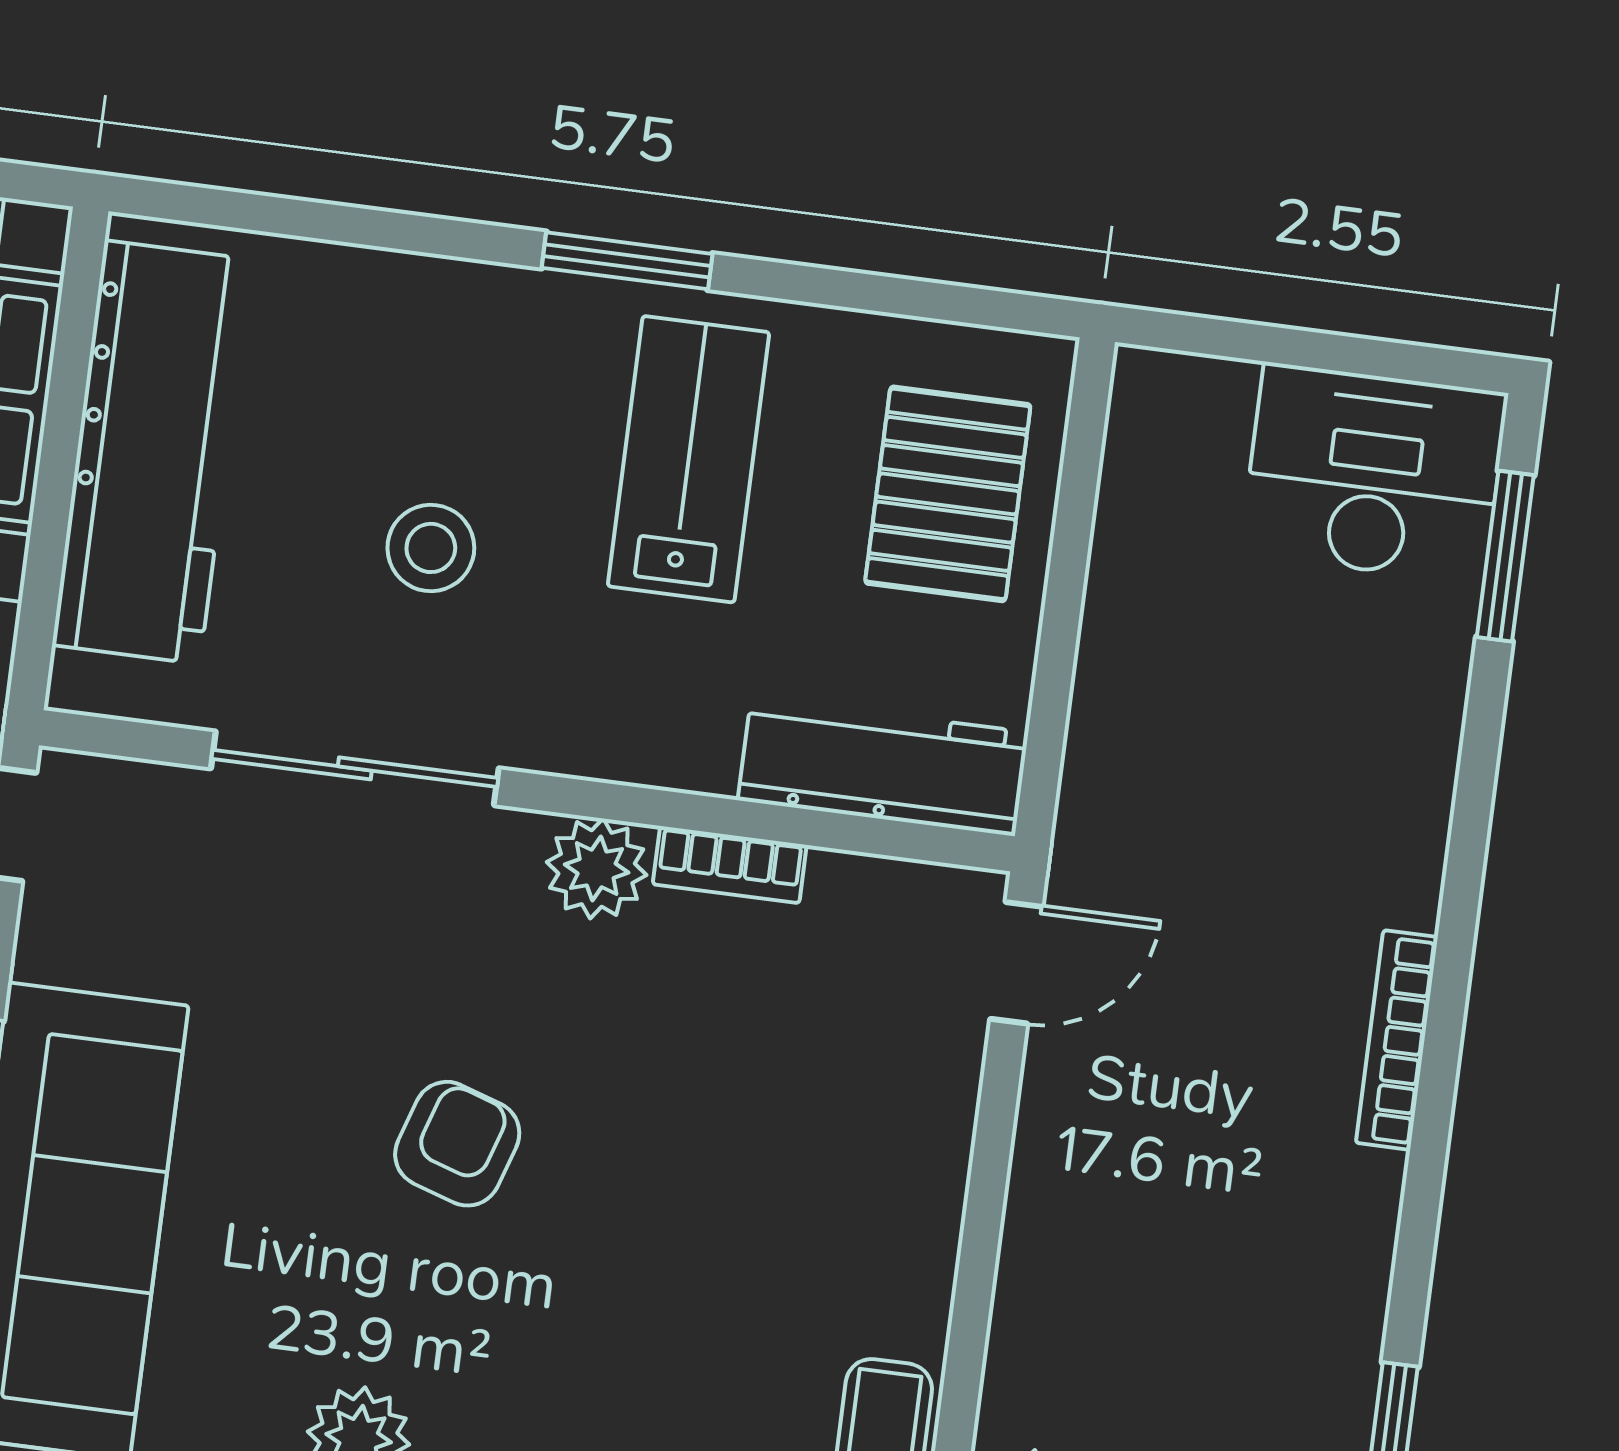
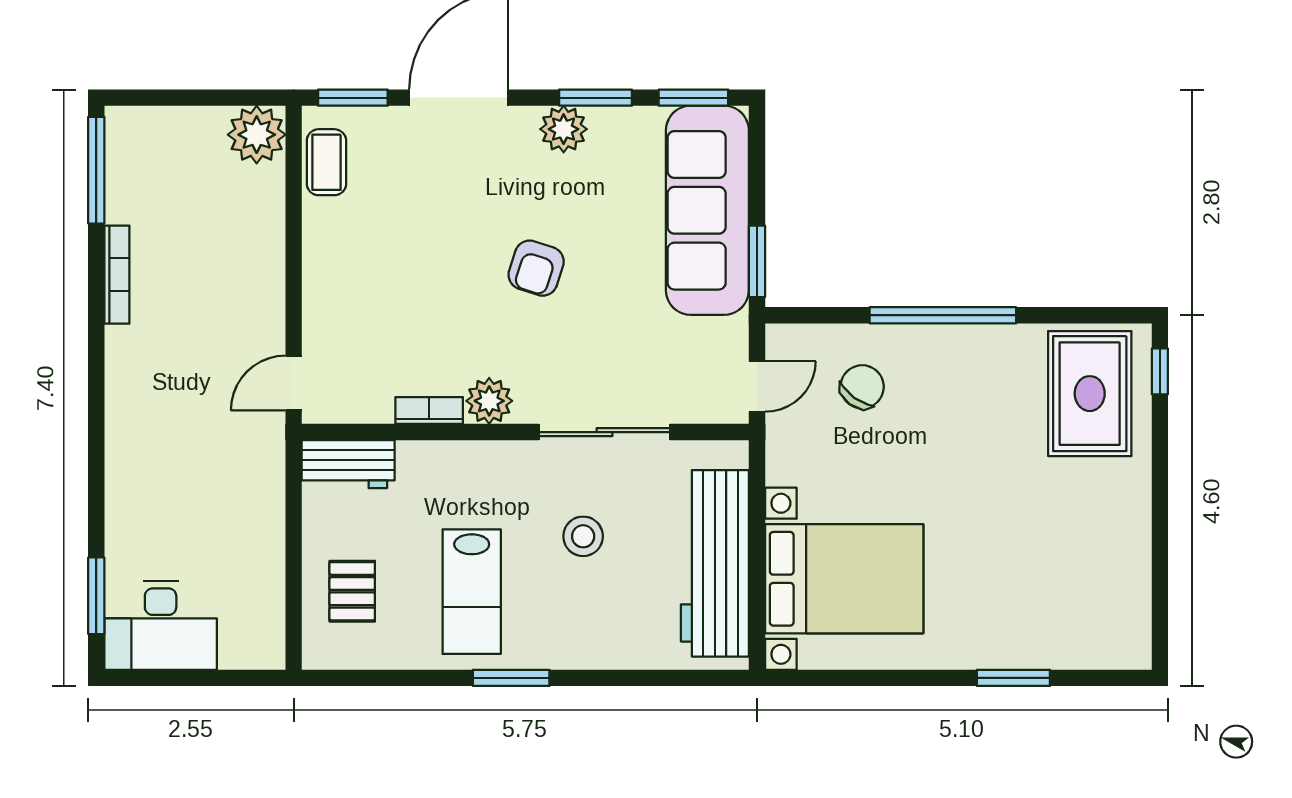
pallet: (948, 494) -> (352, 591), width x0.67, depth x0.71
workbench: (883, 766) -> (348, 464), width x0.73
bookcase: (1397, 1040) -> (117, 275), moved

